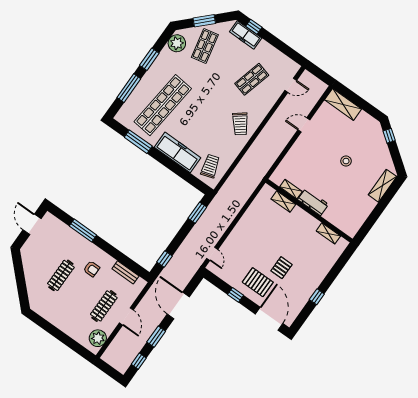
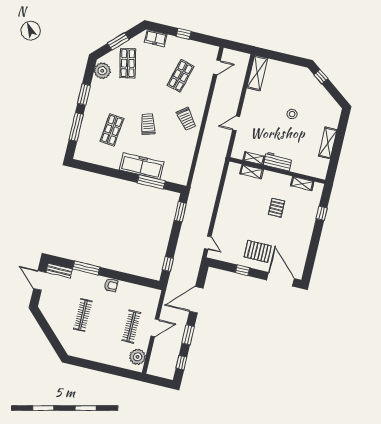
window: (254, 27) -> (184, 34), moved
freezer: (246, 35) -> (156, 38), width x0.71
shelving: (343, 104) -> (257, 73), moved, turned 90
shop shelf: (163, 105) -> (112, 130), width x0.50, depth x0.74
door: (304, 125) -> (236, 123), moved
window: (138, 142) -> (151, 182), moved
trolley: (210, 166) -> (148, 124), moved
shelving: (382, 186) -> (328, 143), moved
pallet: (282, 268) -> (277, 208), moved
armchair: (92, 269) -> (111, 285), moved
bench: (125, 272) -> (59, 271), moved
window: (317, 297) -> (322, 213), moved
door: (178, 306) -> (196, 300), hinge flipped
door: (126, 316) -> (155, 328), hinge flipped

